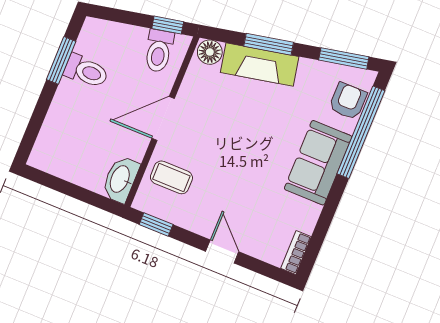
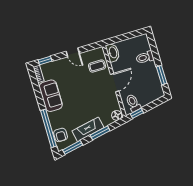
fireplace: (260, 65) -> (88, 129), moved
toilet: (86, 71) -> (145, 57), moved
sofa: (318, 163) -> (51, 96), moved
window: (156, 225) -> (45, 61), moved
door: (222, 251) -> (73, 52), moved

